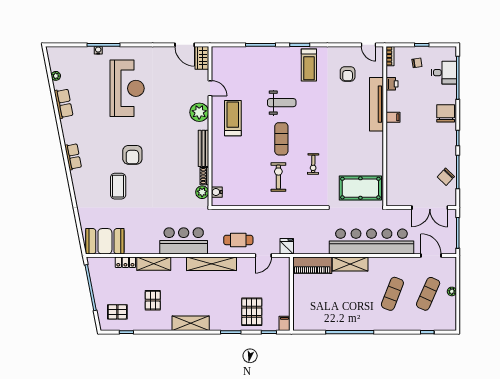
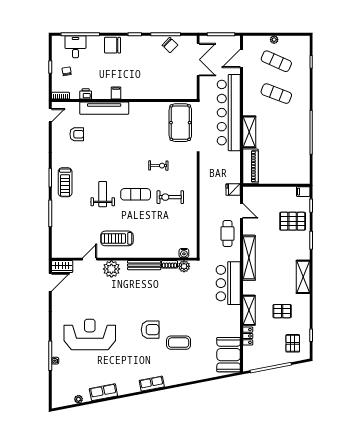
treadmill: (309, 65) -> (65, 182), moved, turned 90

